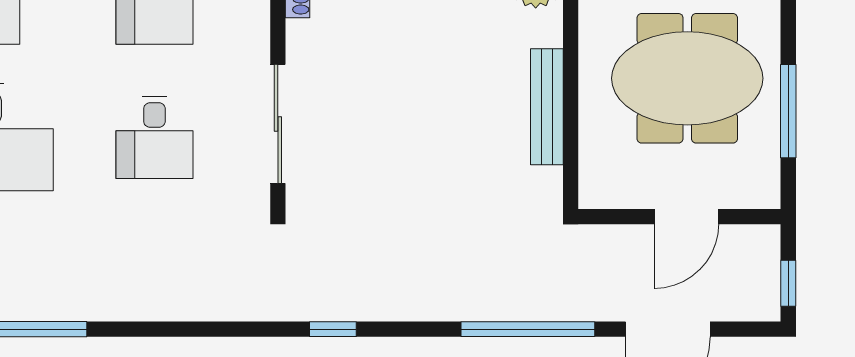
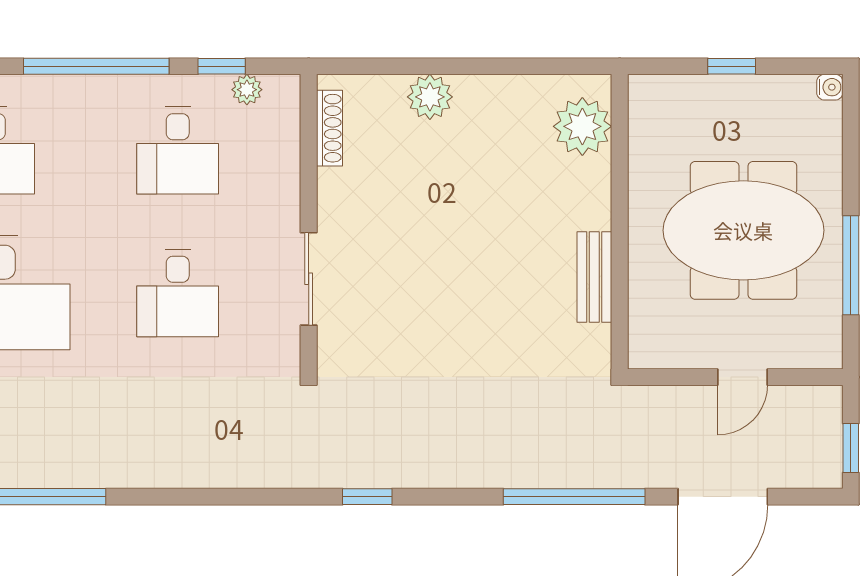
bench: (547, 107) -> (594, 277), width x0.73
sliding door: (278, 124) -> (309, 279), width x0.73
door: (686, 217) -> (742, 377), width x0.73

